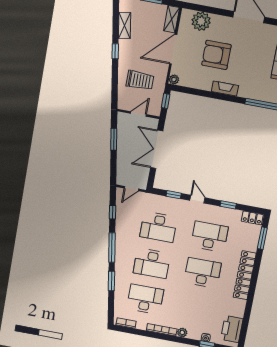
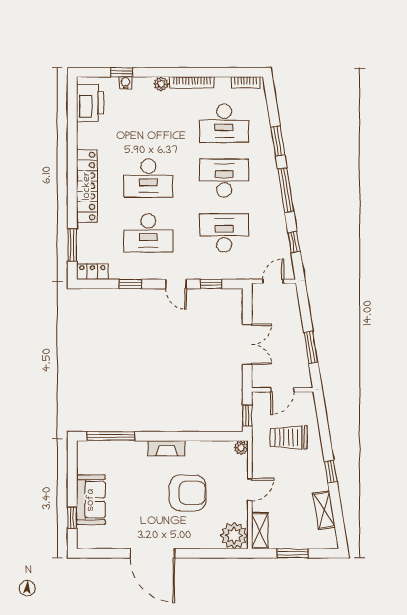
plant: (201, 21) -> (234, 535), moved
door: (173, 49) -> (250, 490), width x0.53
double door: (157, 149) -> (247, 344), width x0.73

